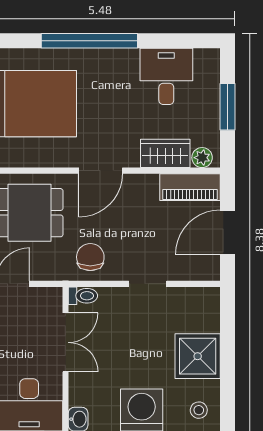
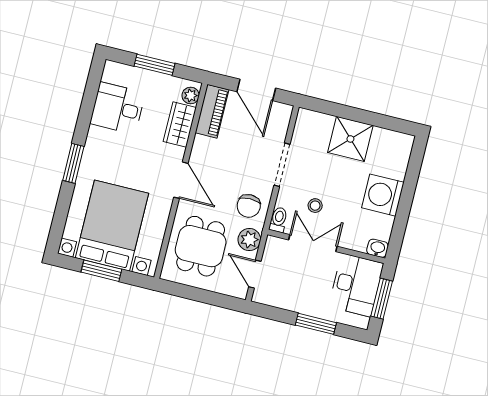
window: (89, 41) -> (73, 163), width x0.47
chair: (90, 257) -> (249, 206), turned -90
plant: (51, 268) -> (249, 240), added
doorway: (148, 284) -> (282, 165), width x1.38
stool: (199, 410) -> (315, 206), moved

